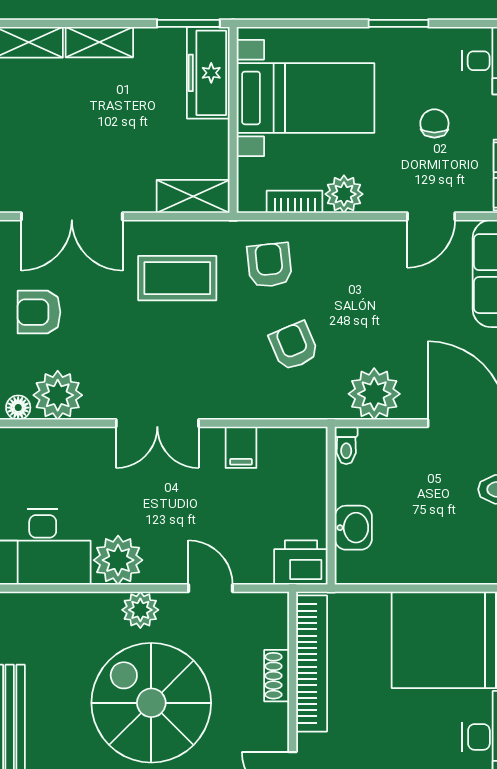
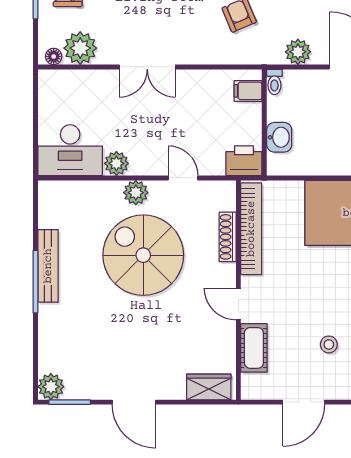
plant: (374, 394) -> (298, 52), width x0.73, depth x0.73
filing cabinet: (241, 447) -> (248, 91), moved, turned 90
plant: (118, 560) -> (116, 163), width x0.73, depth x0.73
shoe rack: (277, 676) -> (228, 237), width x1.43

